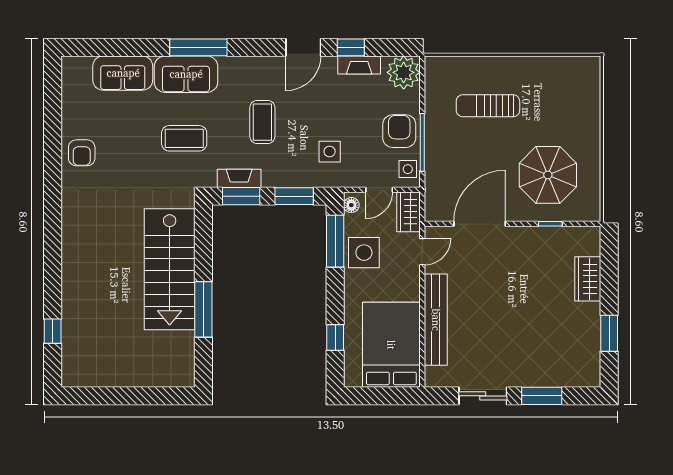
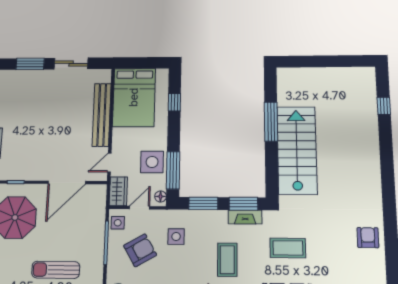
sun lounger: (488, 106) -> (56, 270), turned 180
armchair: (399, 131) -> (140, 250), moved, turned -120

